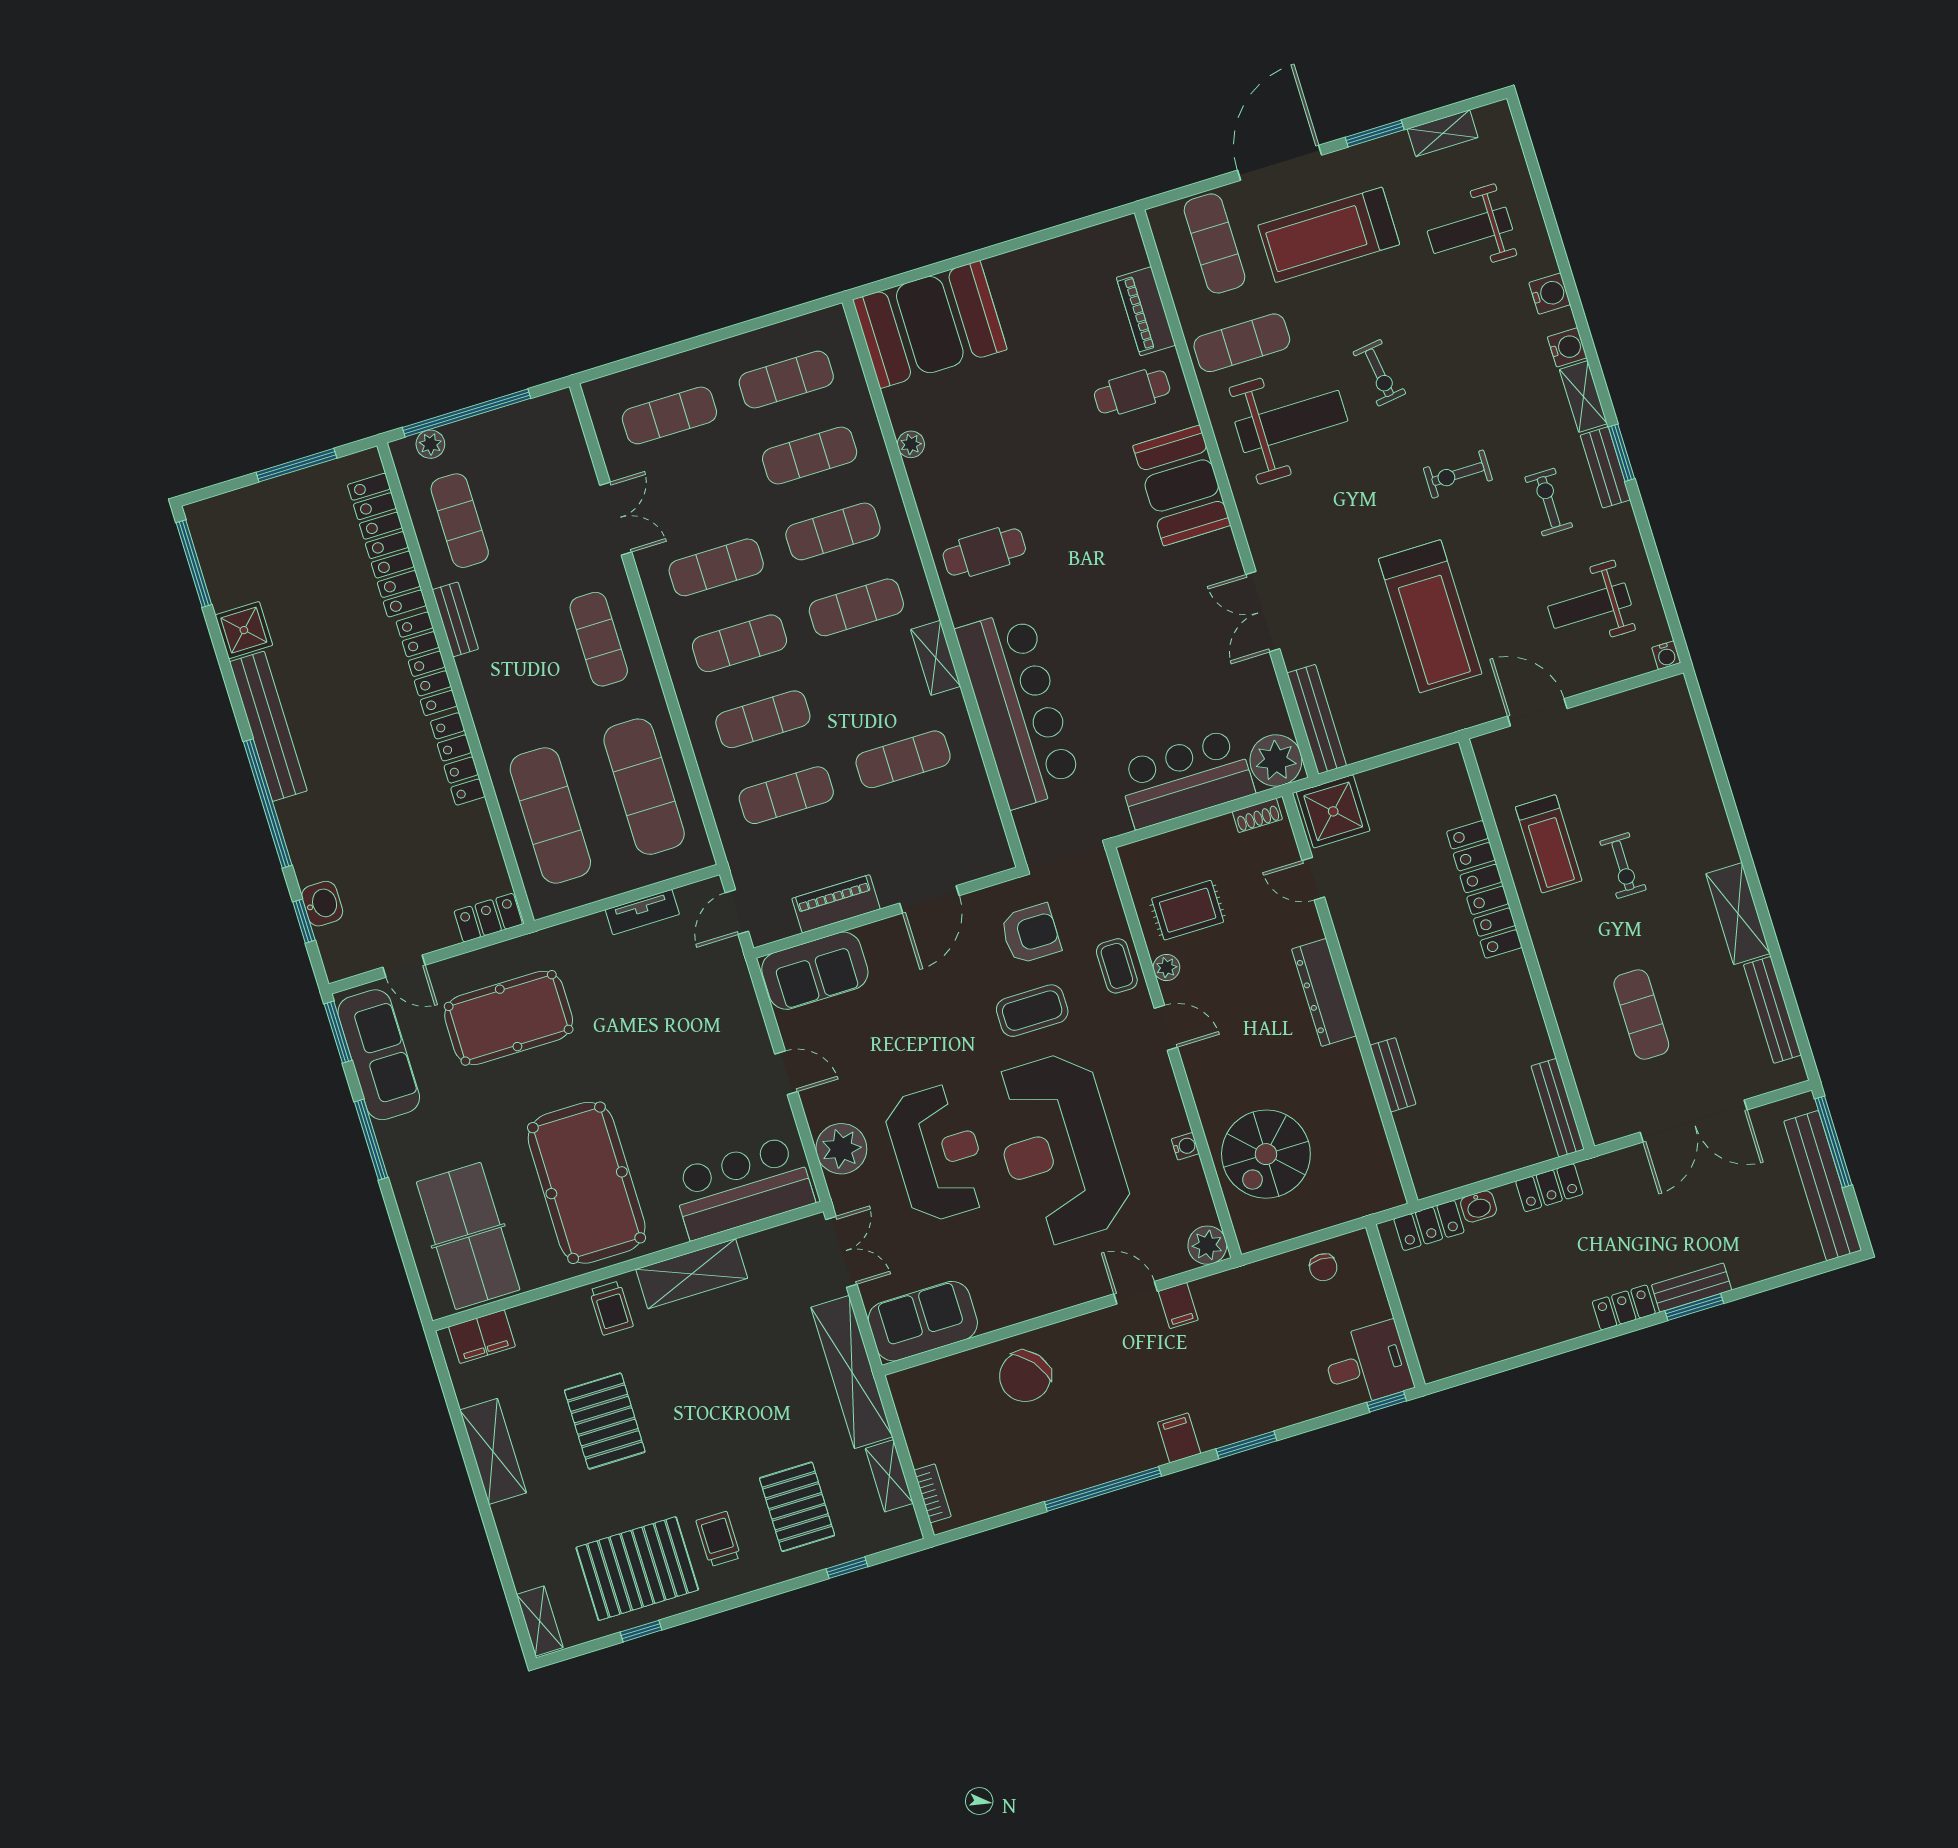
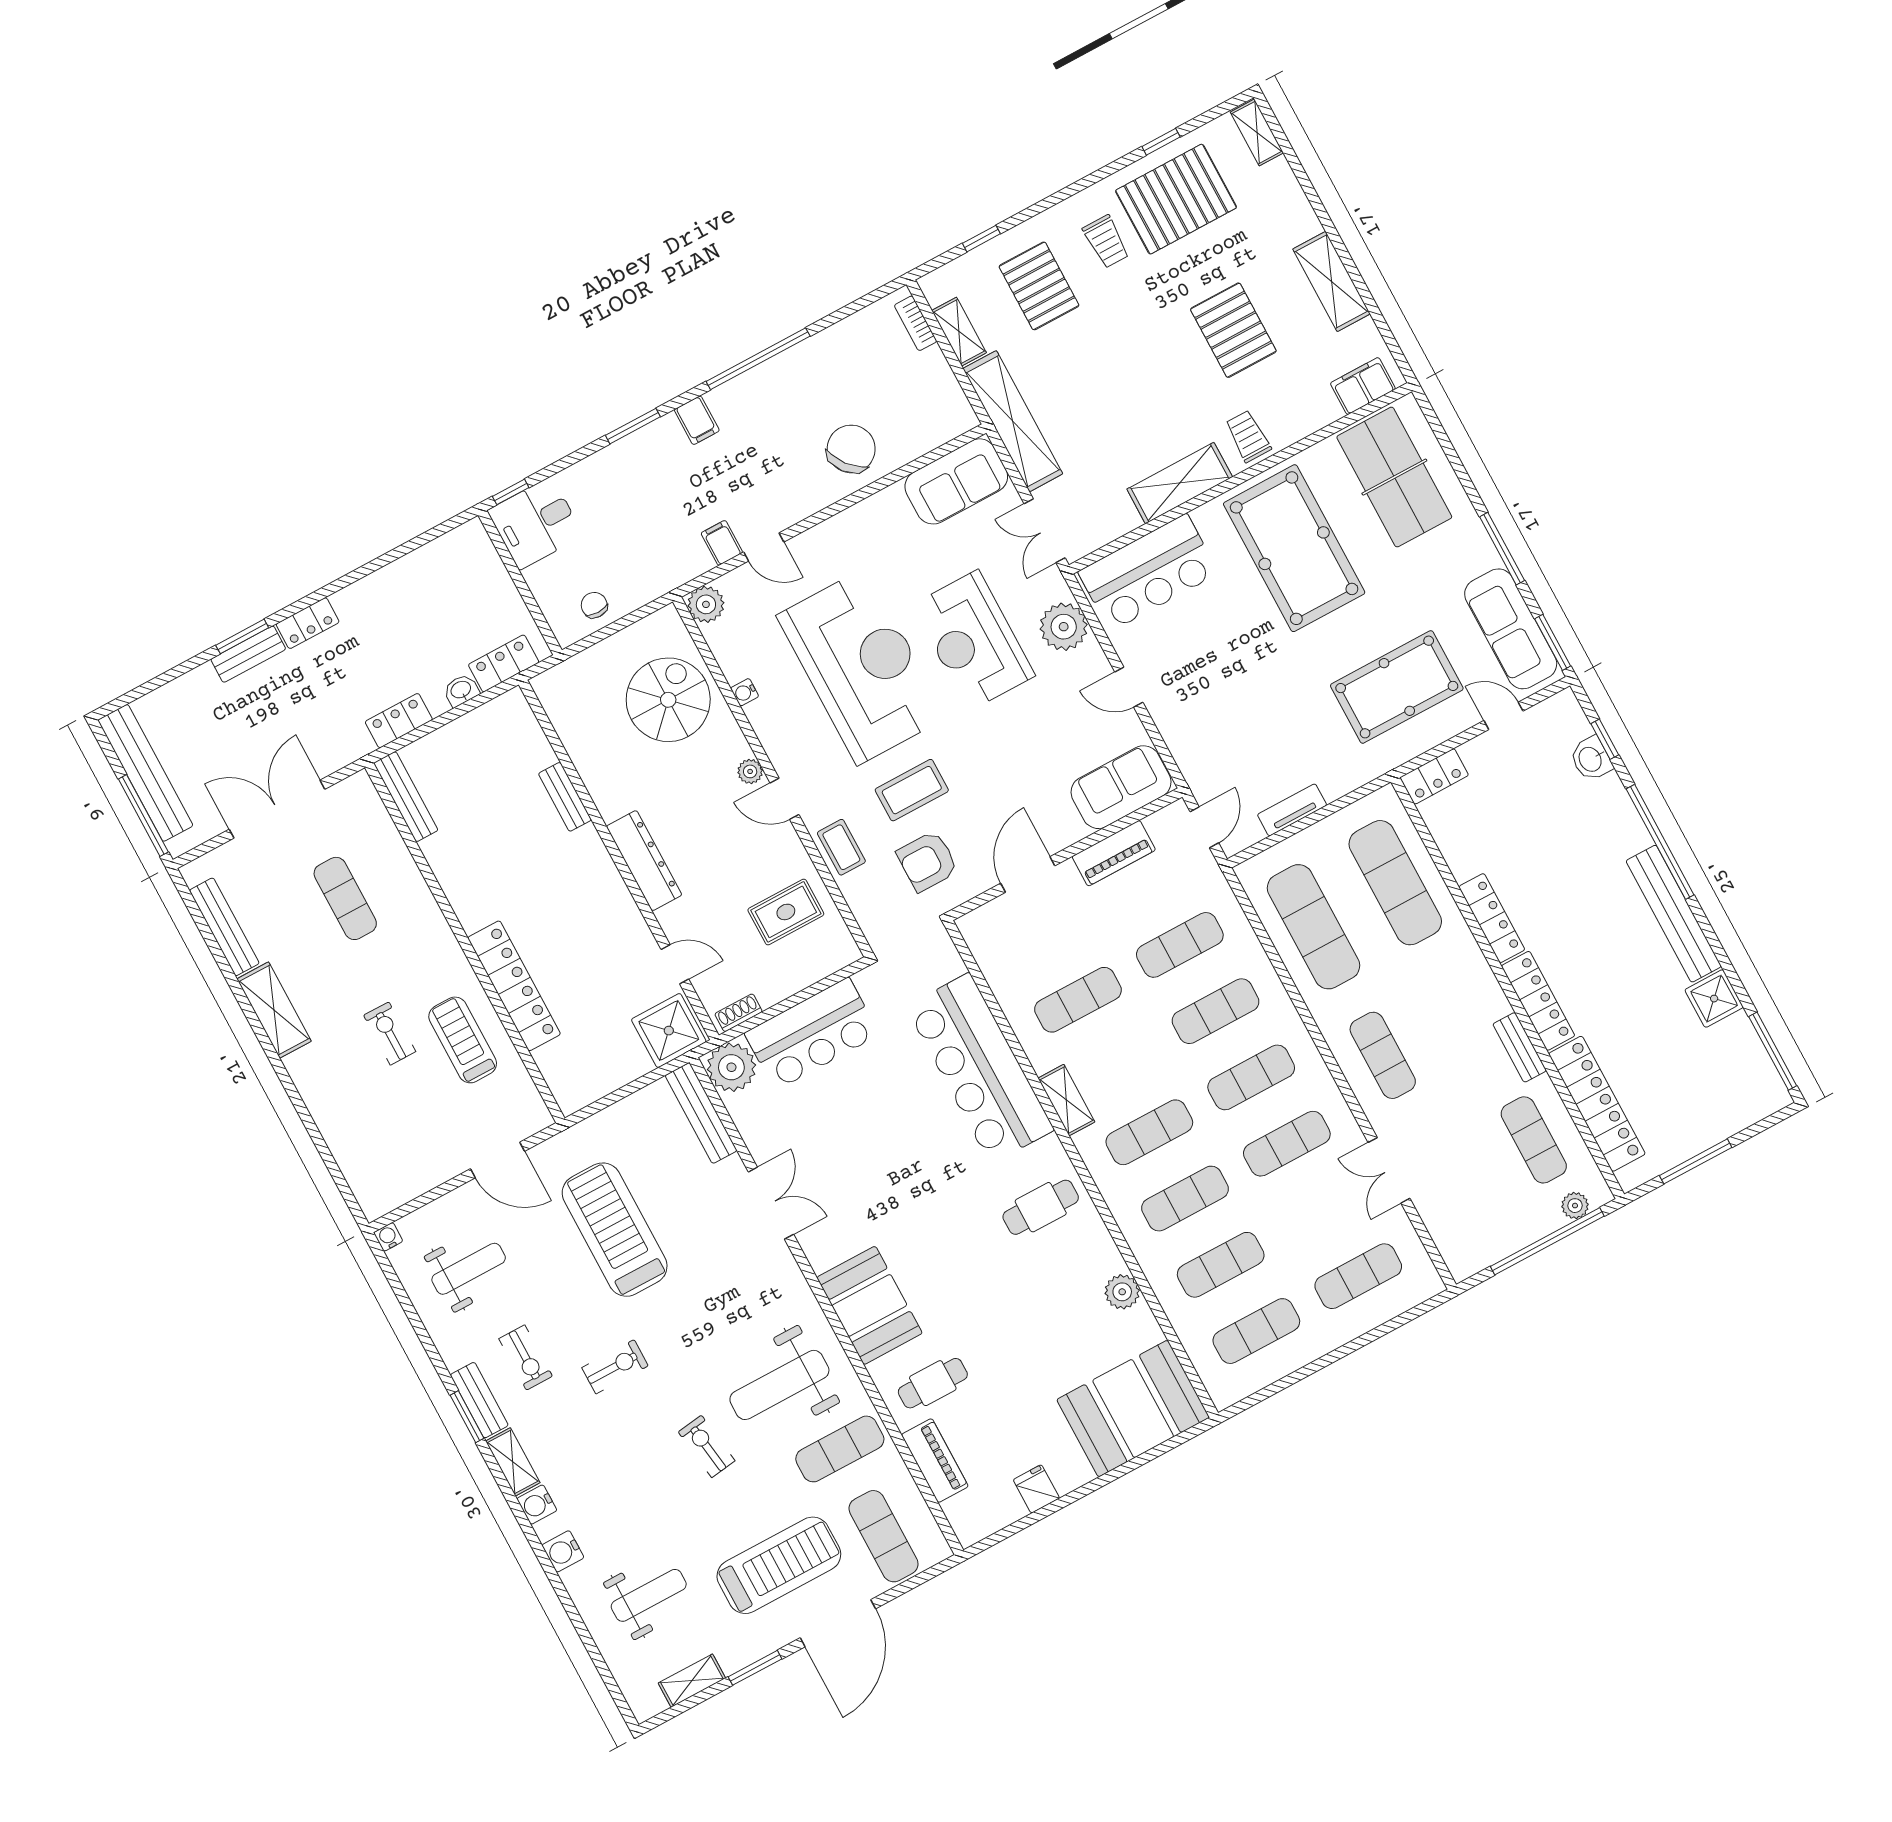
fridge: (1047, 261) -> (1036, 1489), added
plant: (911, 444) -> (1122, 1292), width x1.38, depth x1.38
plant: (1166, 967) -> (750, 771), moved

